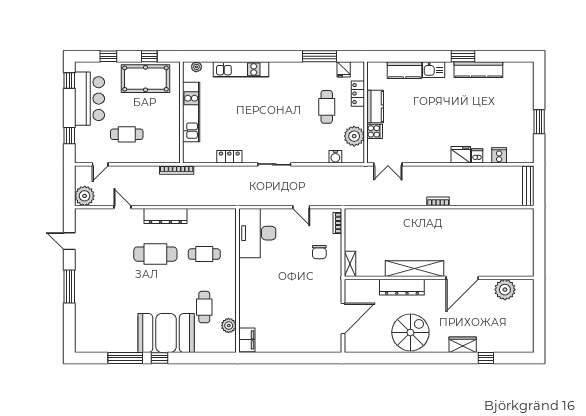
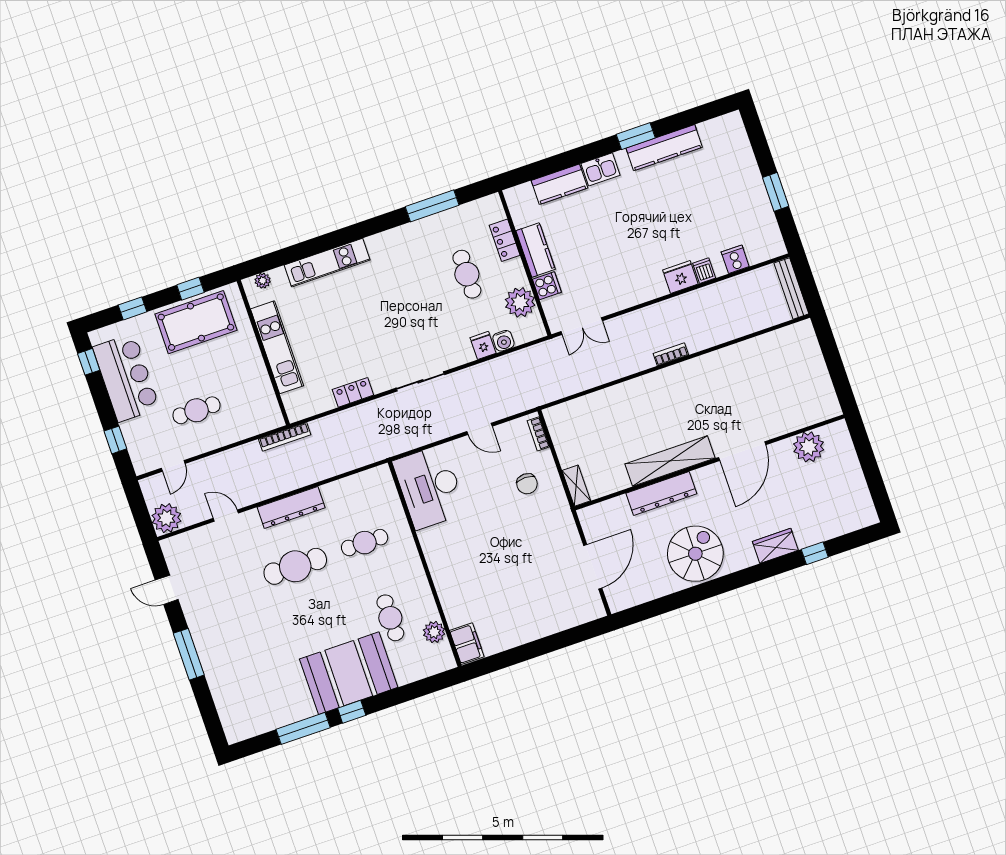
fridge: (344, 69) -> (483, 345), moved, turned 180

